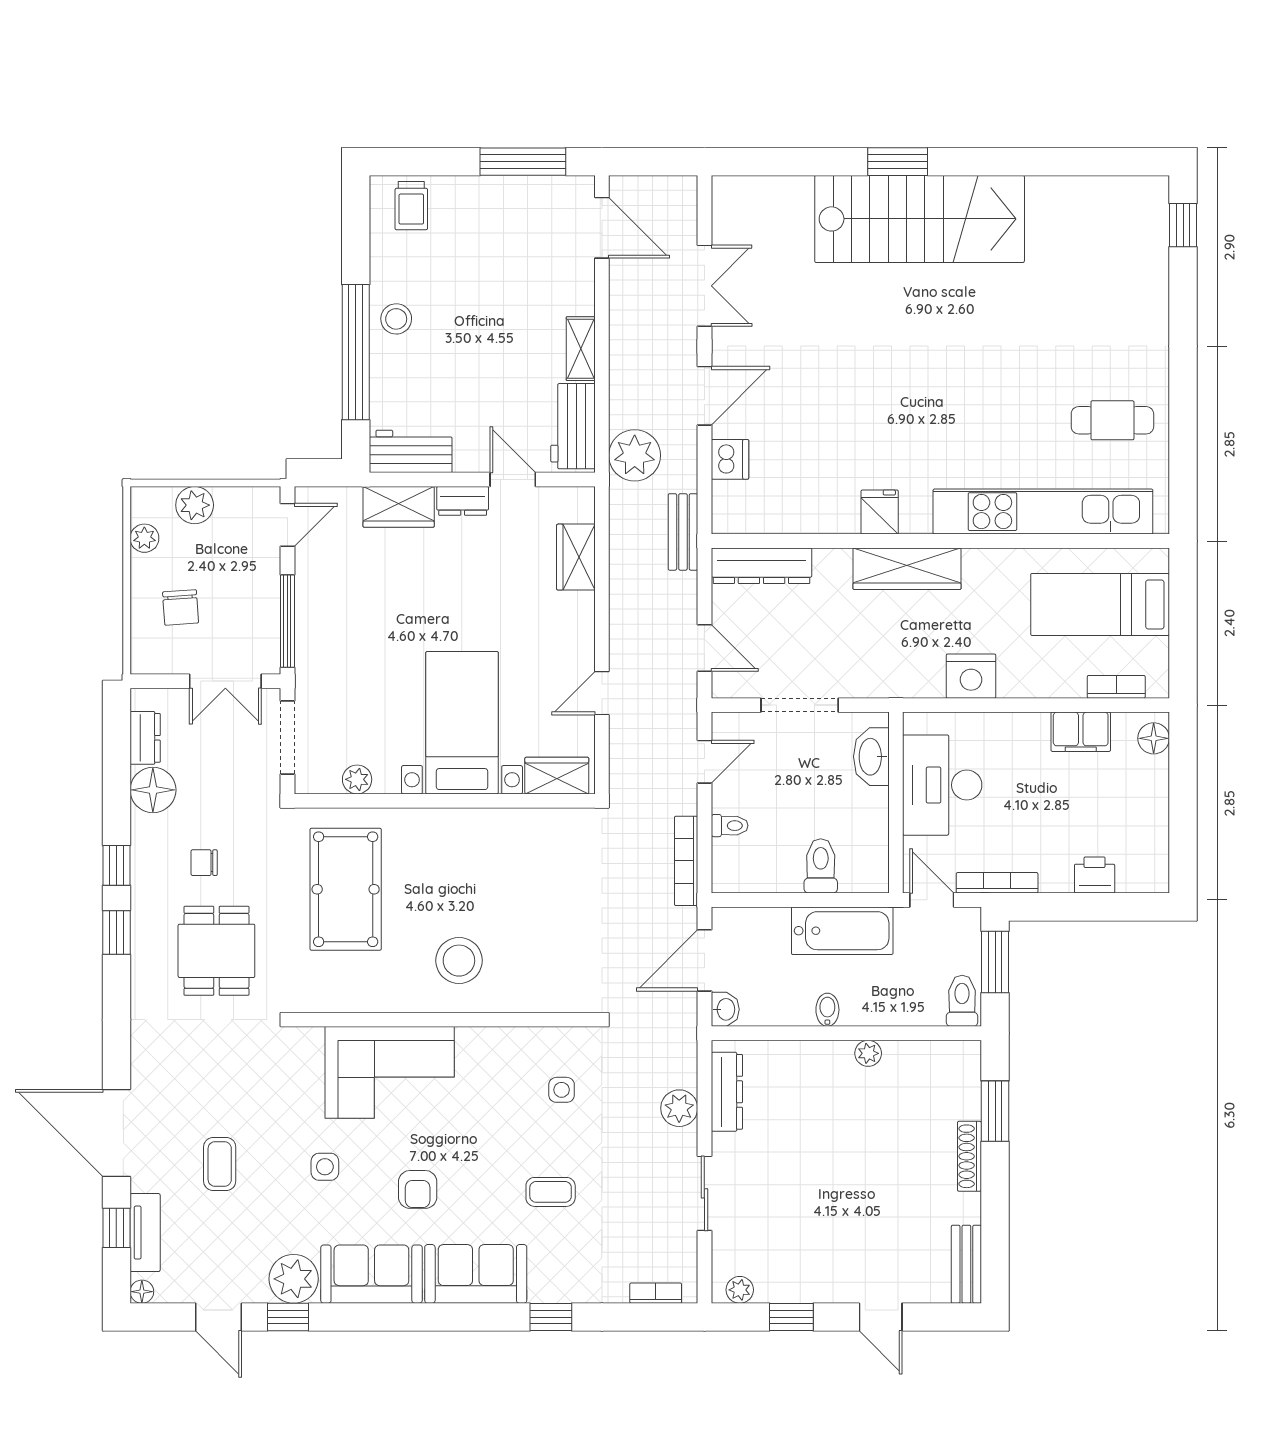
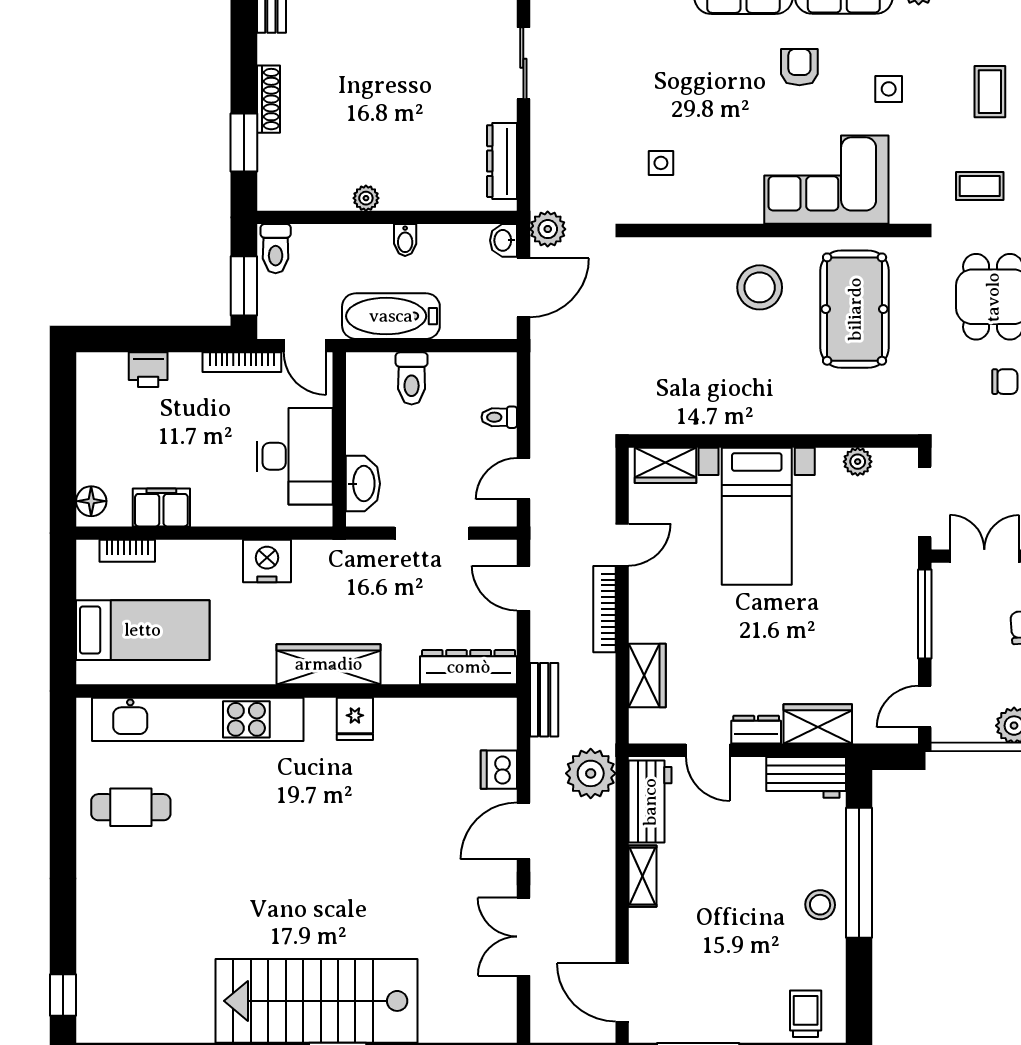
bookcase: (686, 861) -> (604, 609), moved, turned 180
pool table: (346, 889) -> (855, 309), moved
plant: (679, 1108) -> (548, 229), moved
coffee table: (551, 1192) -> (980, 186), moved

